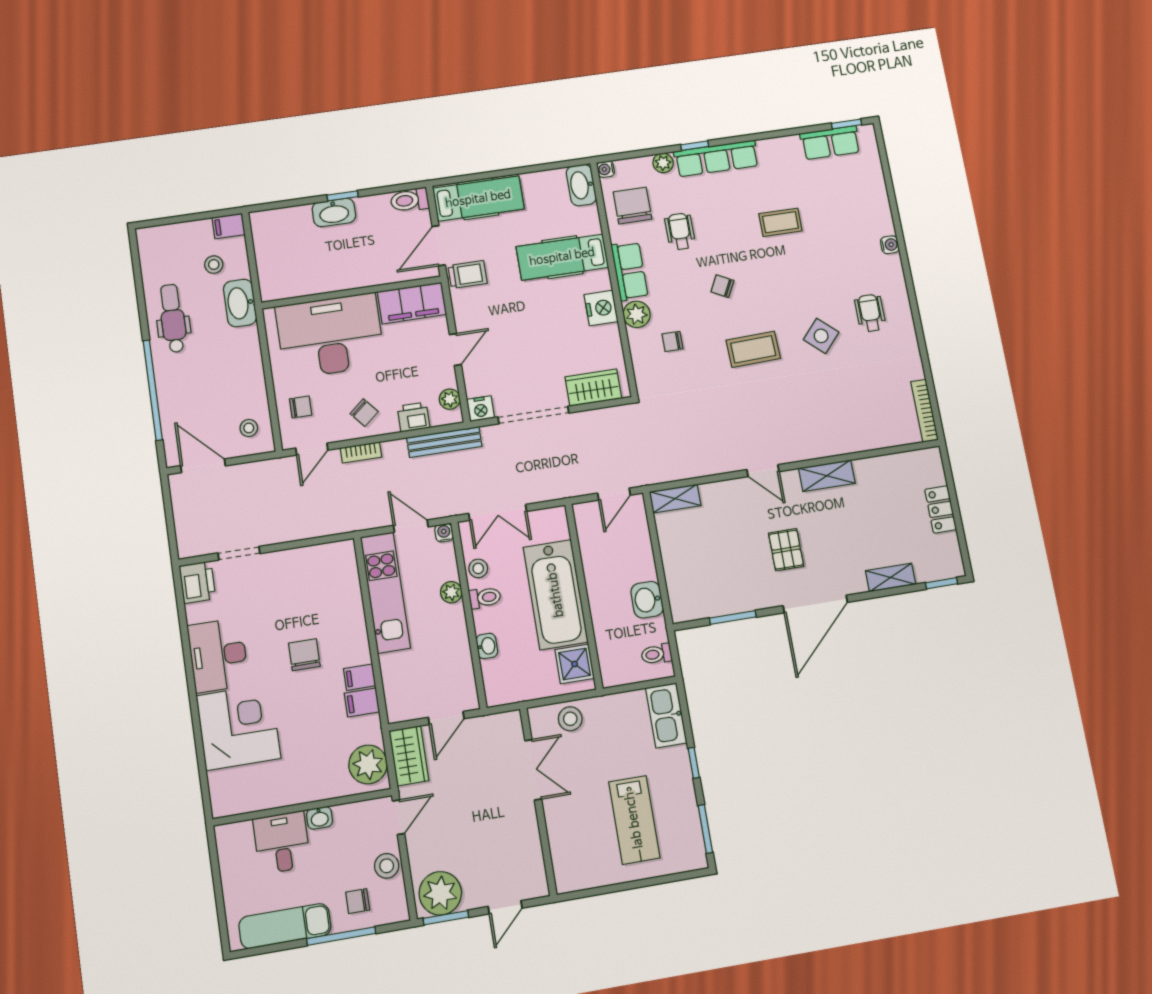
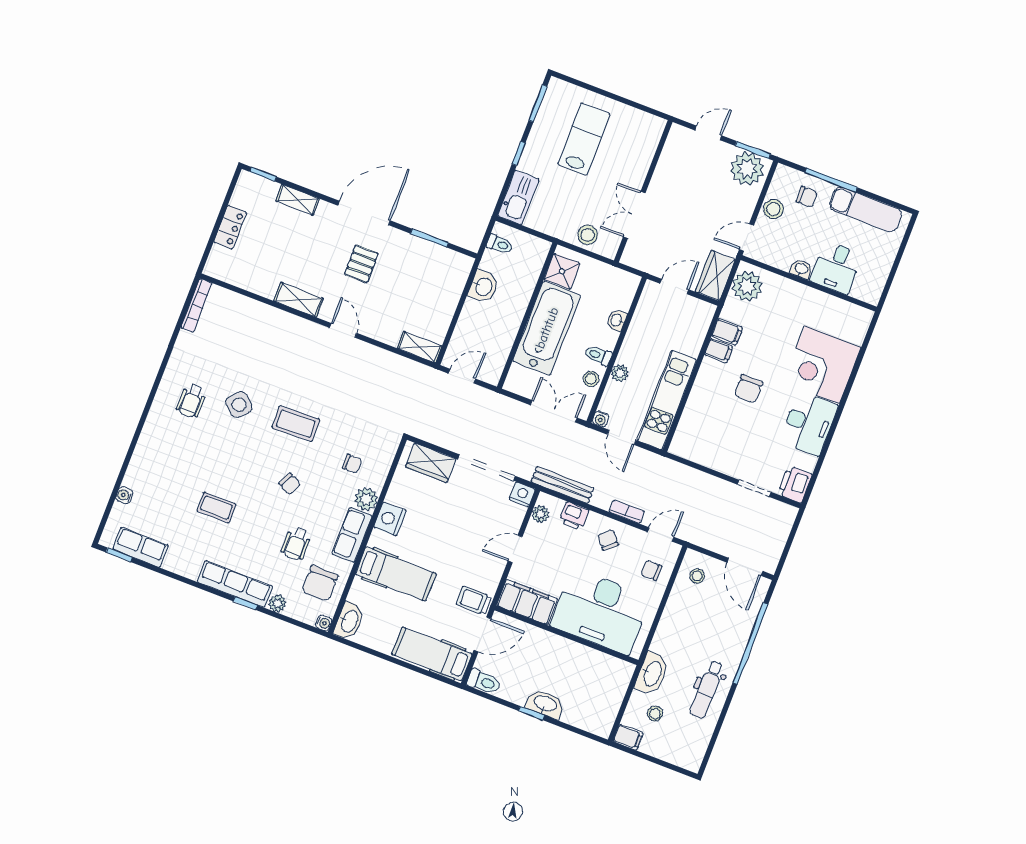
water cooler: (890, 245) -> (124, 495), moved

